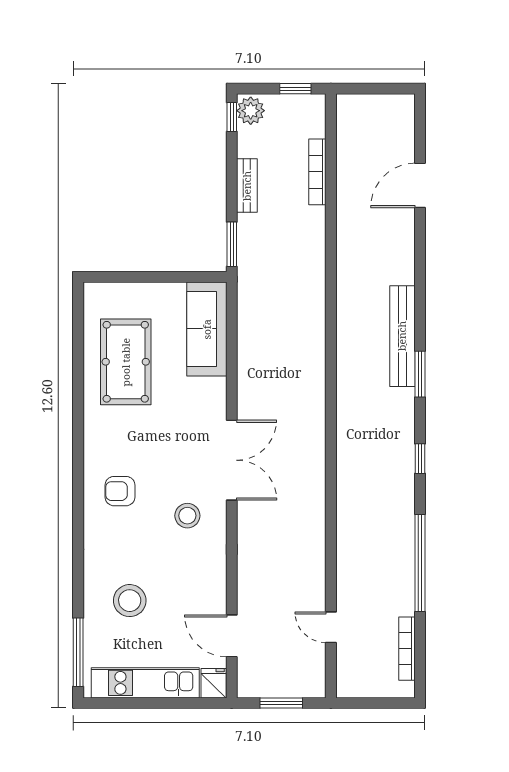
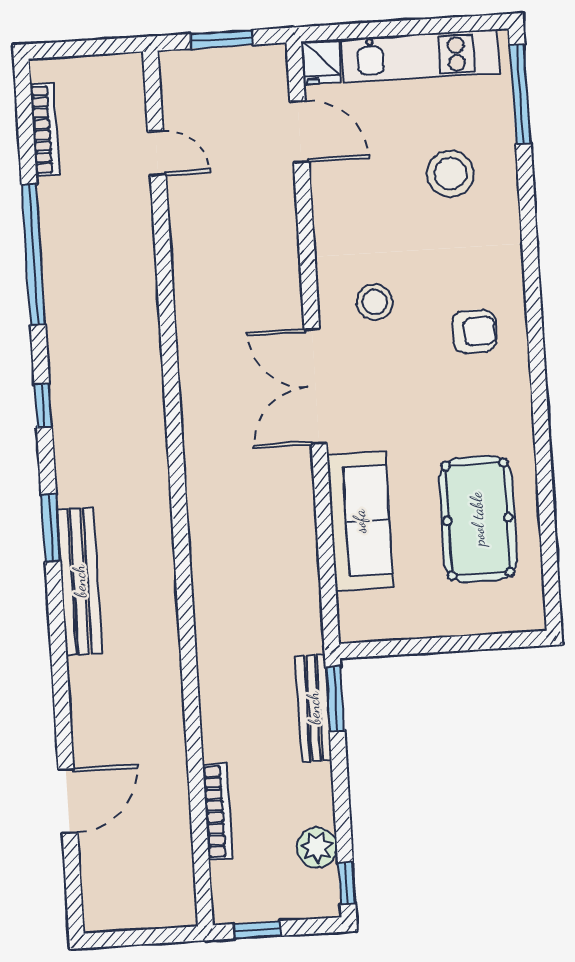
plant: (251, 111) -> (317, 848), moved
bench: (247, 186) -> (314, 708), moved, width x1.36
sofa: (207, 329) -> (360, 521), moved

